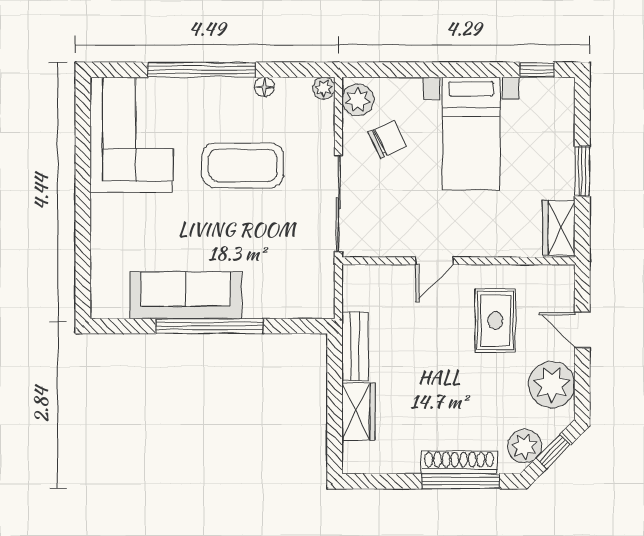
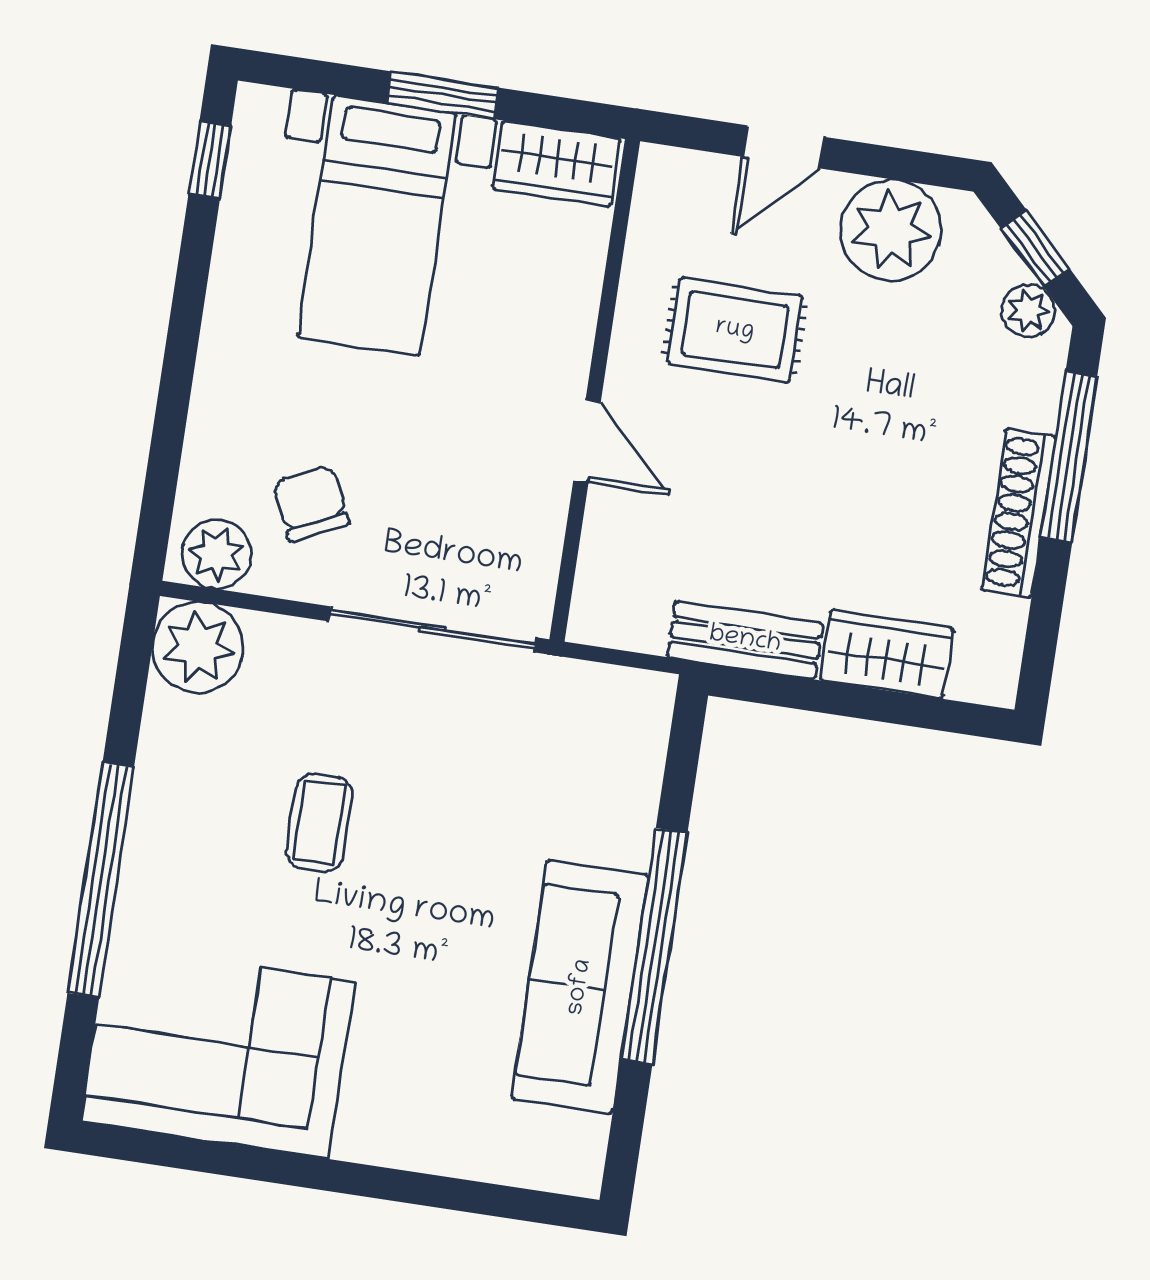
floor lamp: (264, 87) -> (158, 751), removed
plant: (324, 88) -> (198, 647), width x1.88, depth x1.88
bed with nightstands: (471, 133) -> (377, 225), moved, turned 90
coffee table: (243, 165) -> (319, 823), width x0.54, depth x0.58
plant: (525, 446) -> (1028, 311), width x0.73, depth x0.73
shoe rack: (459, 462) -> (1019, 513), moved

